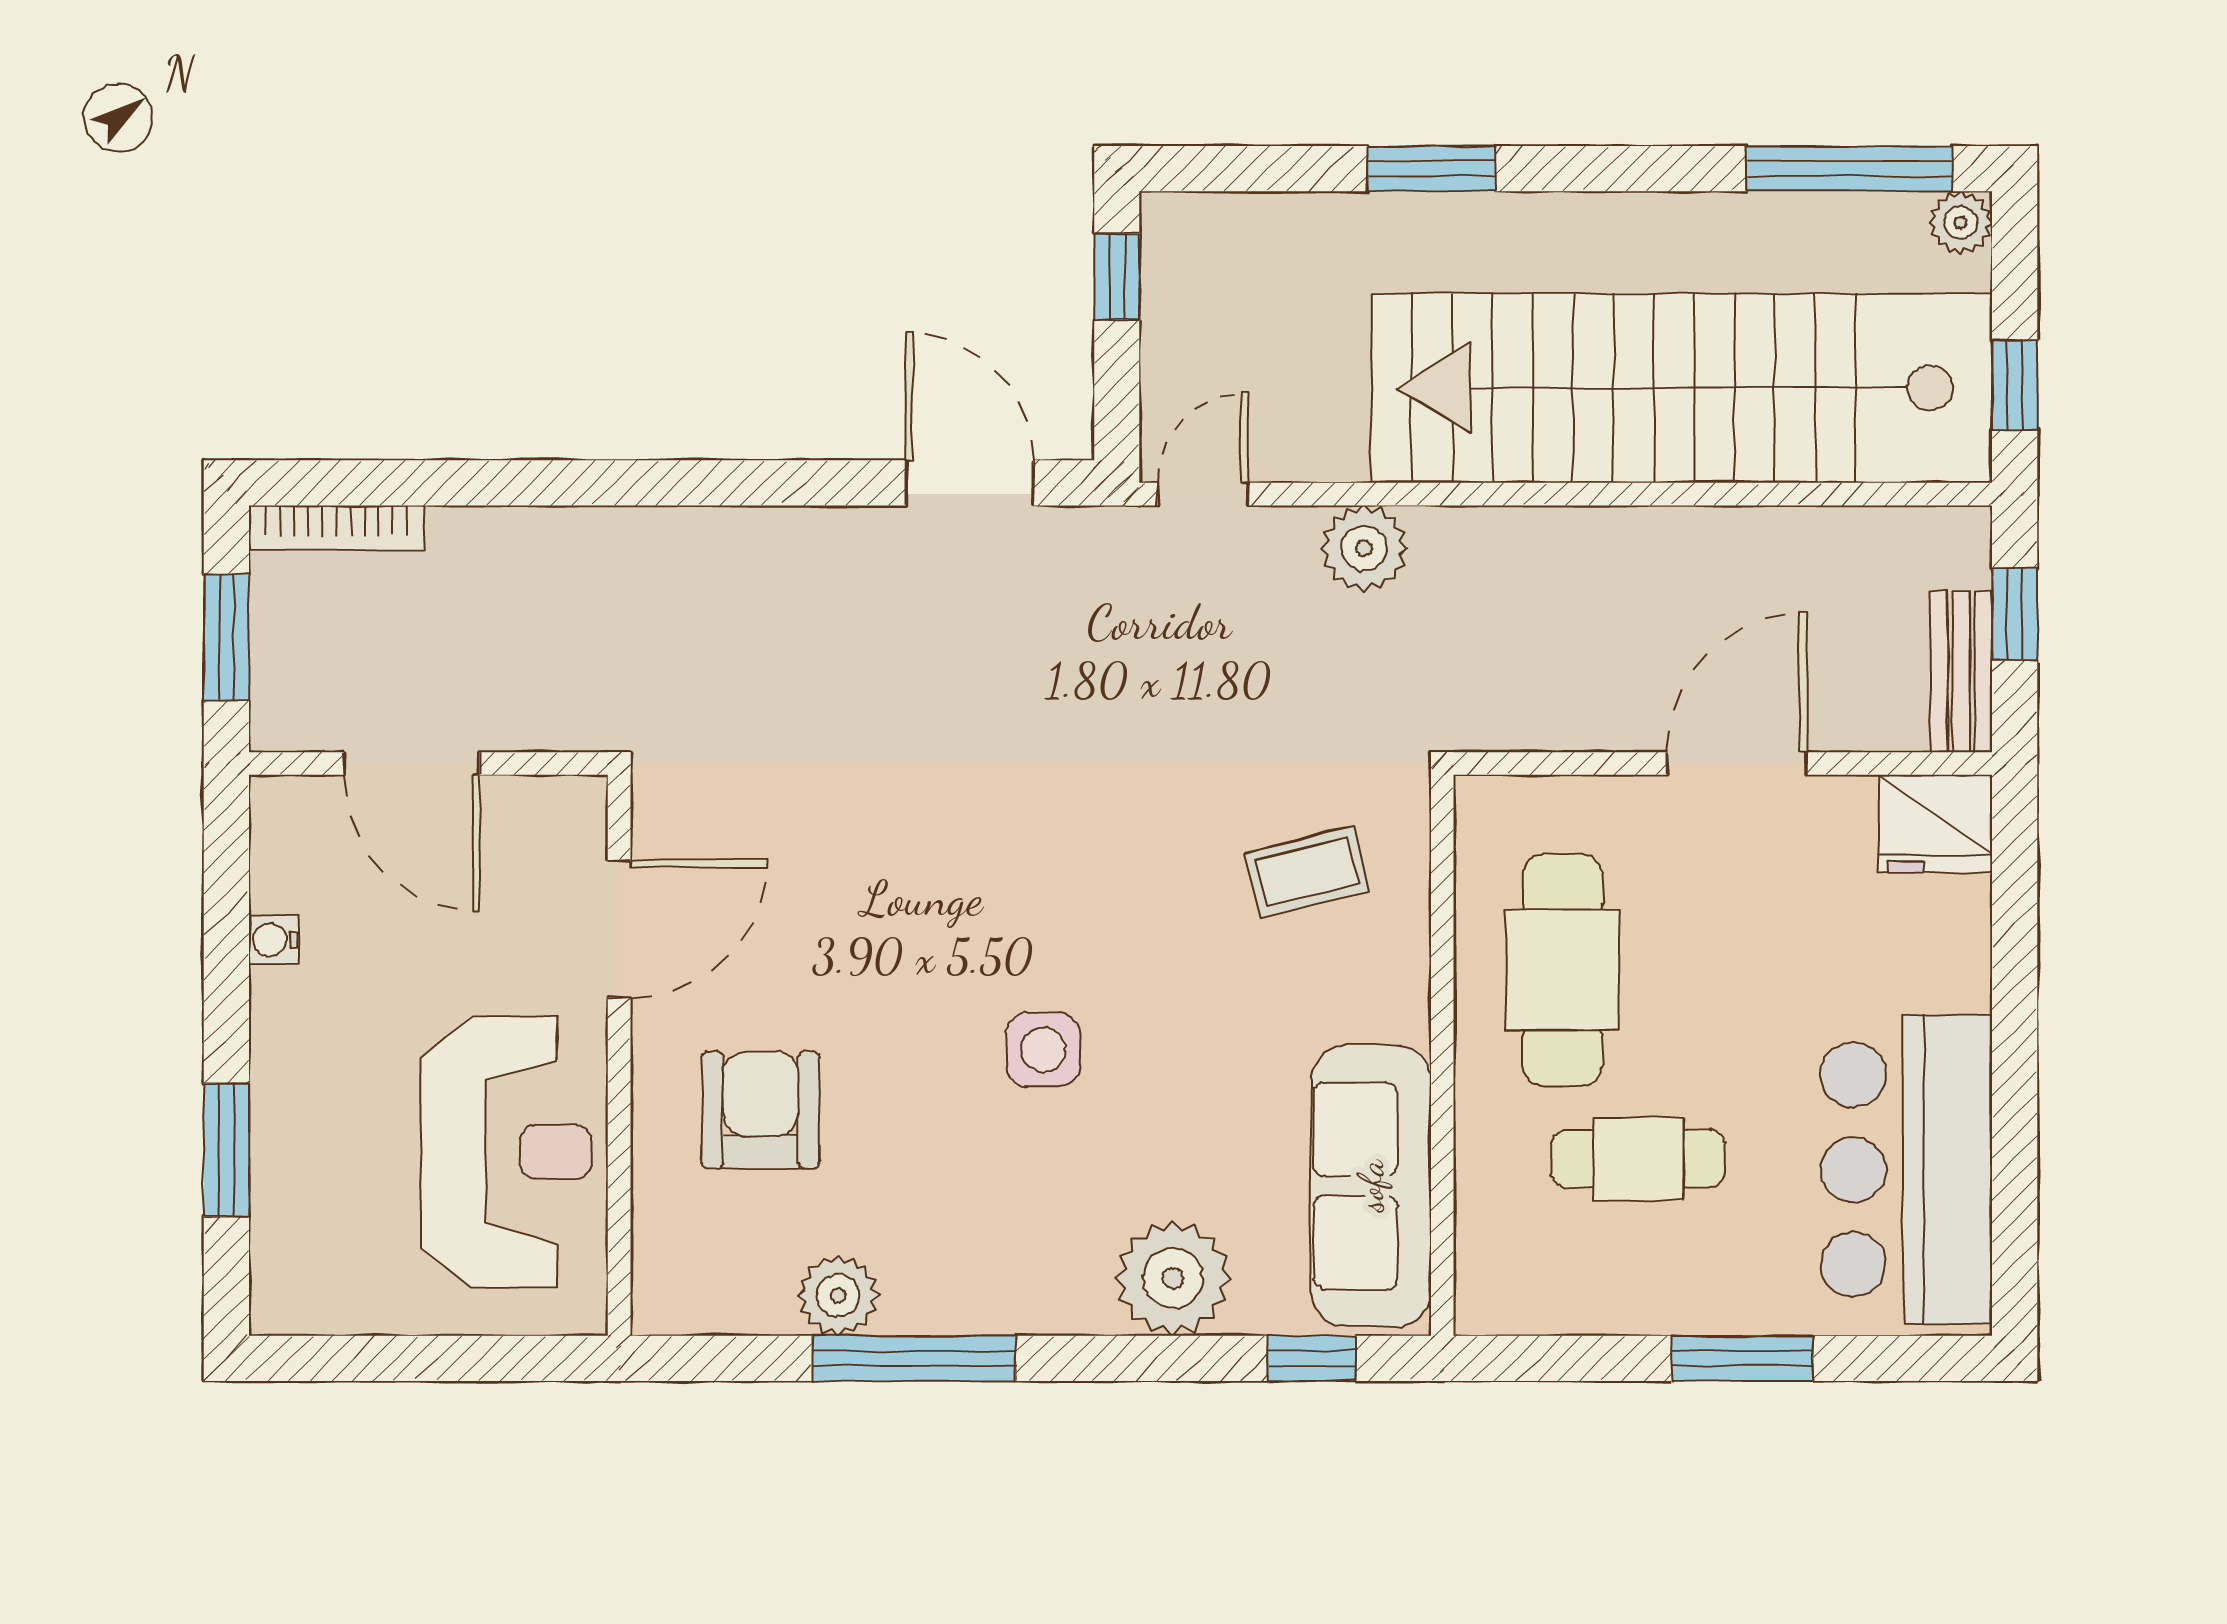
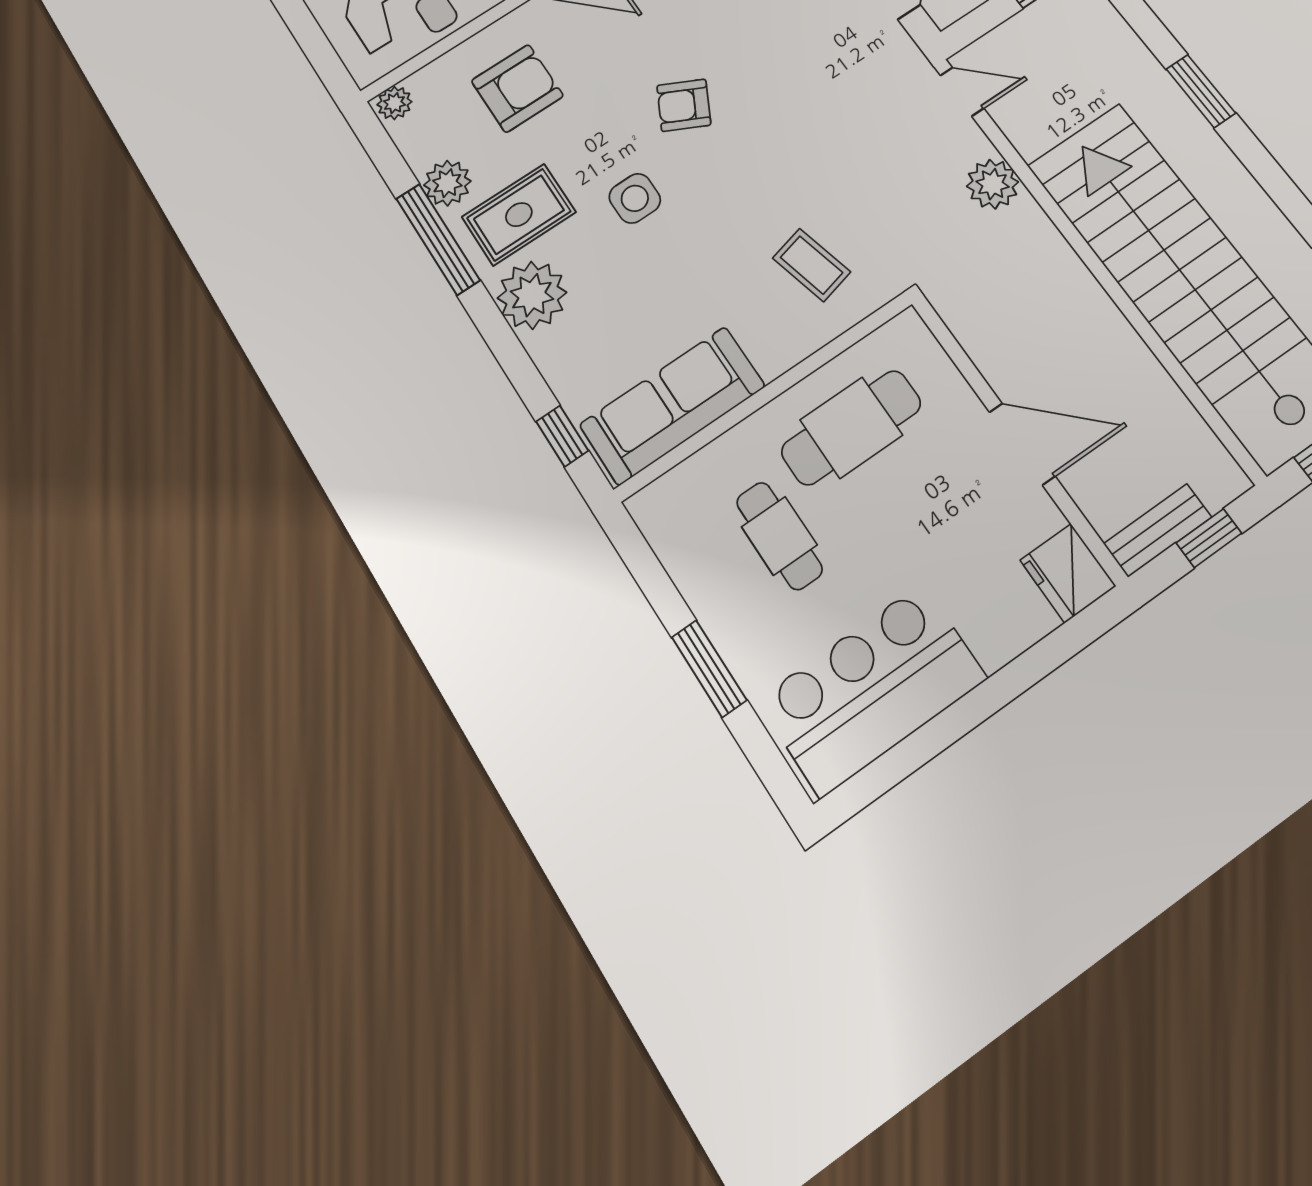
armchair: (952, 892) -> (684, 105), added
rug: (955, 1224) -> (519, 215), added
plant: (1173, 1278) -> (532, 295), moved
plant: (661, 1298) -> (394, 103), added

